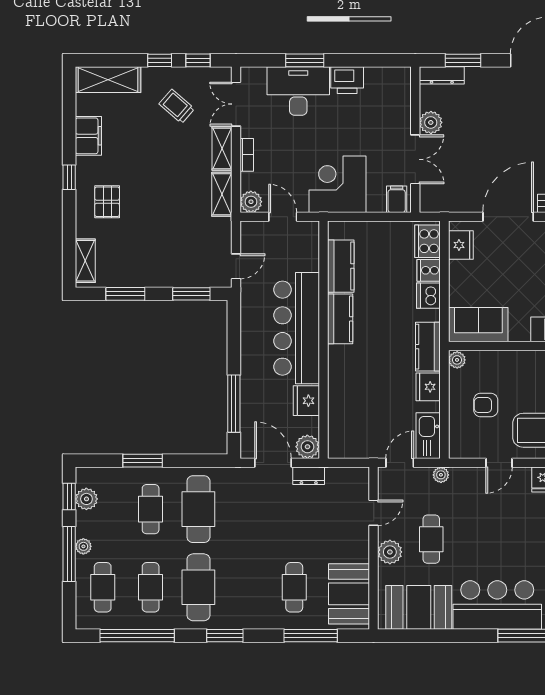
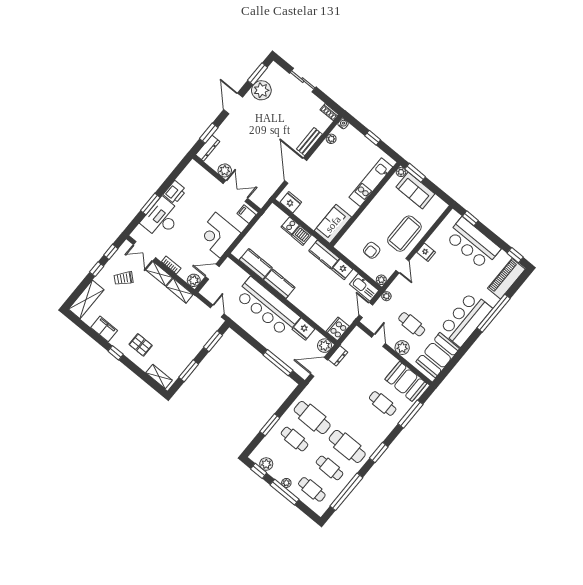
cooker: (428, 241) -> (338, 329), moved, turned 90
plant: (457, 360) -> (381, 280), moved

